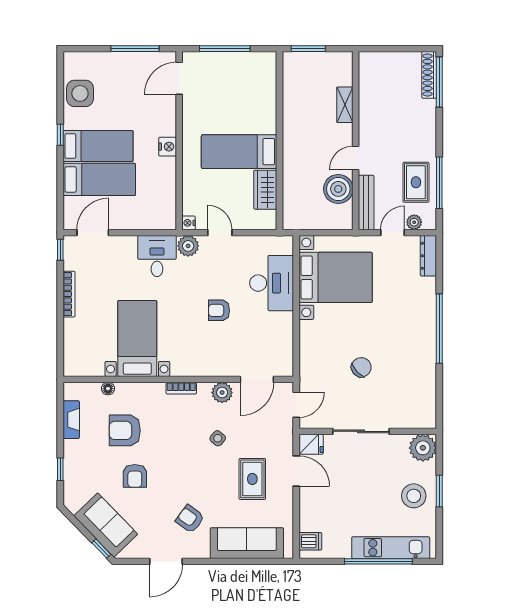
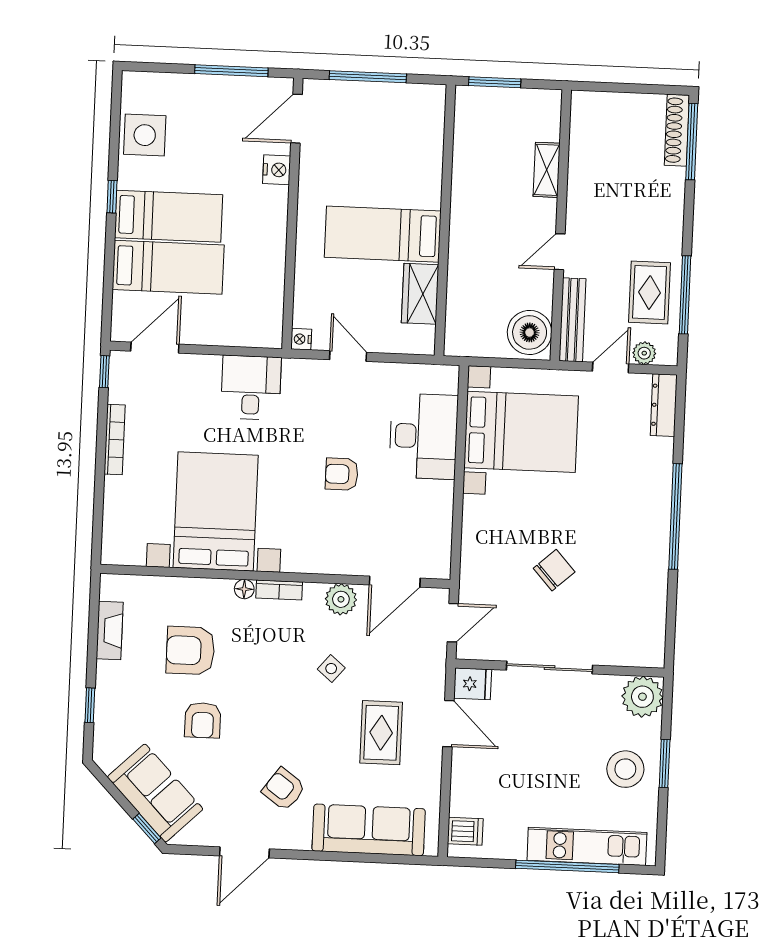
nightstand: (168, 147) -> (277, 170), moved
boiler: (338, 189) -> (530, 332), moved
plant: (188, 246) -> (299, 374), removed
bed with nightstands: (137, 338) -> (216, 511), width x1.36
floor lamp: (108, 389) -> (244, 589), moved

